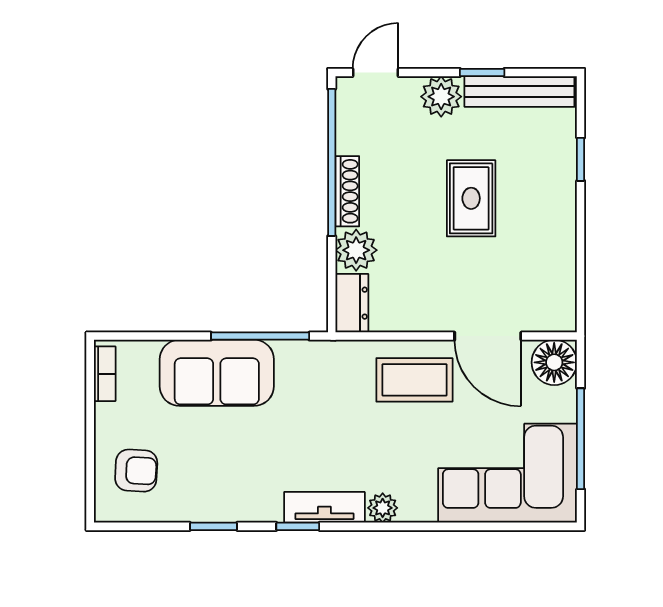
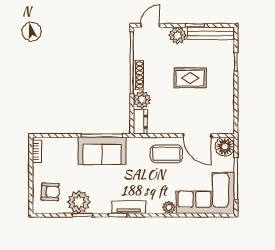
rug: (471, 198) -> (190, 78), turned 90
sofa: (217, 373) -> (102, 151), moved
plant: (205, 495) -> (79, 202), added
plant: (383, 508) -> (169, 207), moved

